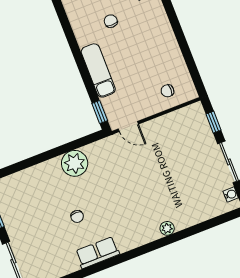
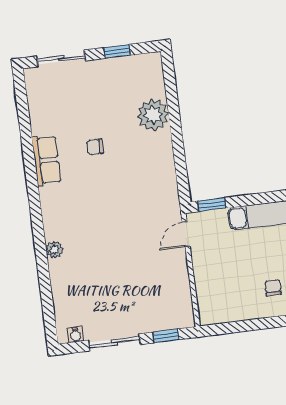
chair: (167, 91) -> (273, 288), moved
plant: (75, 163) -> (153, 115), moved

